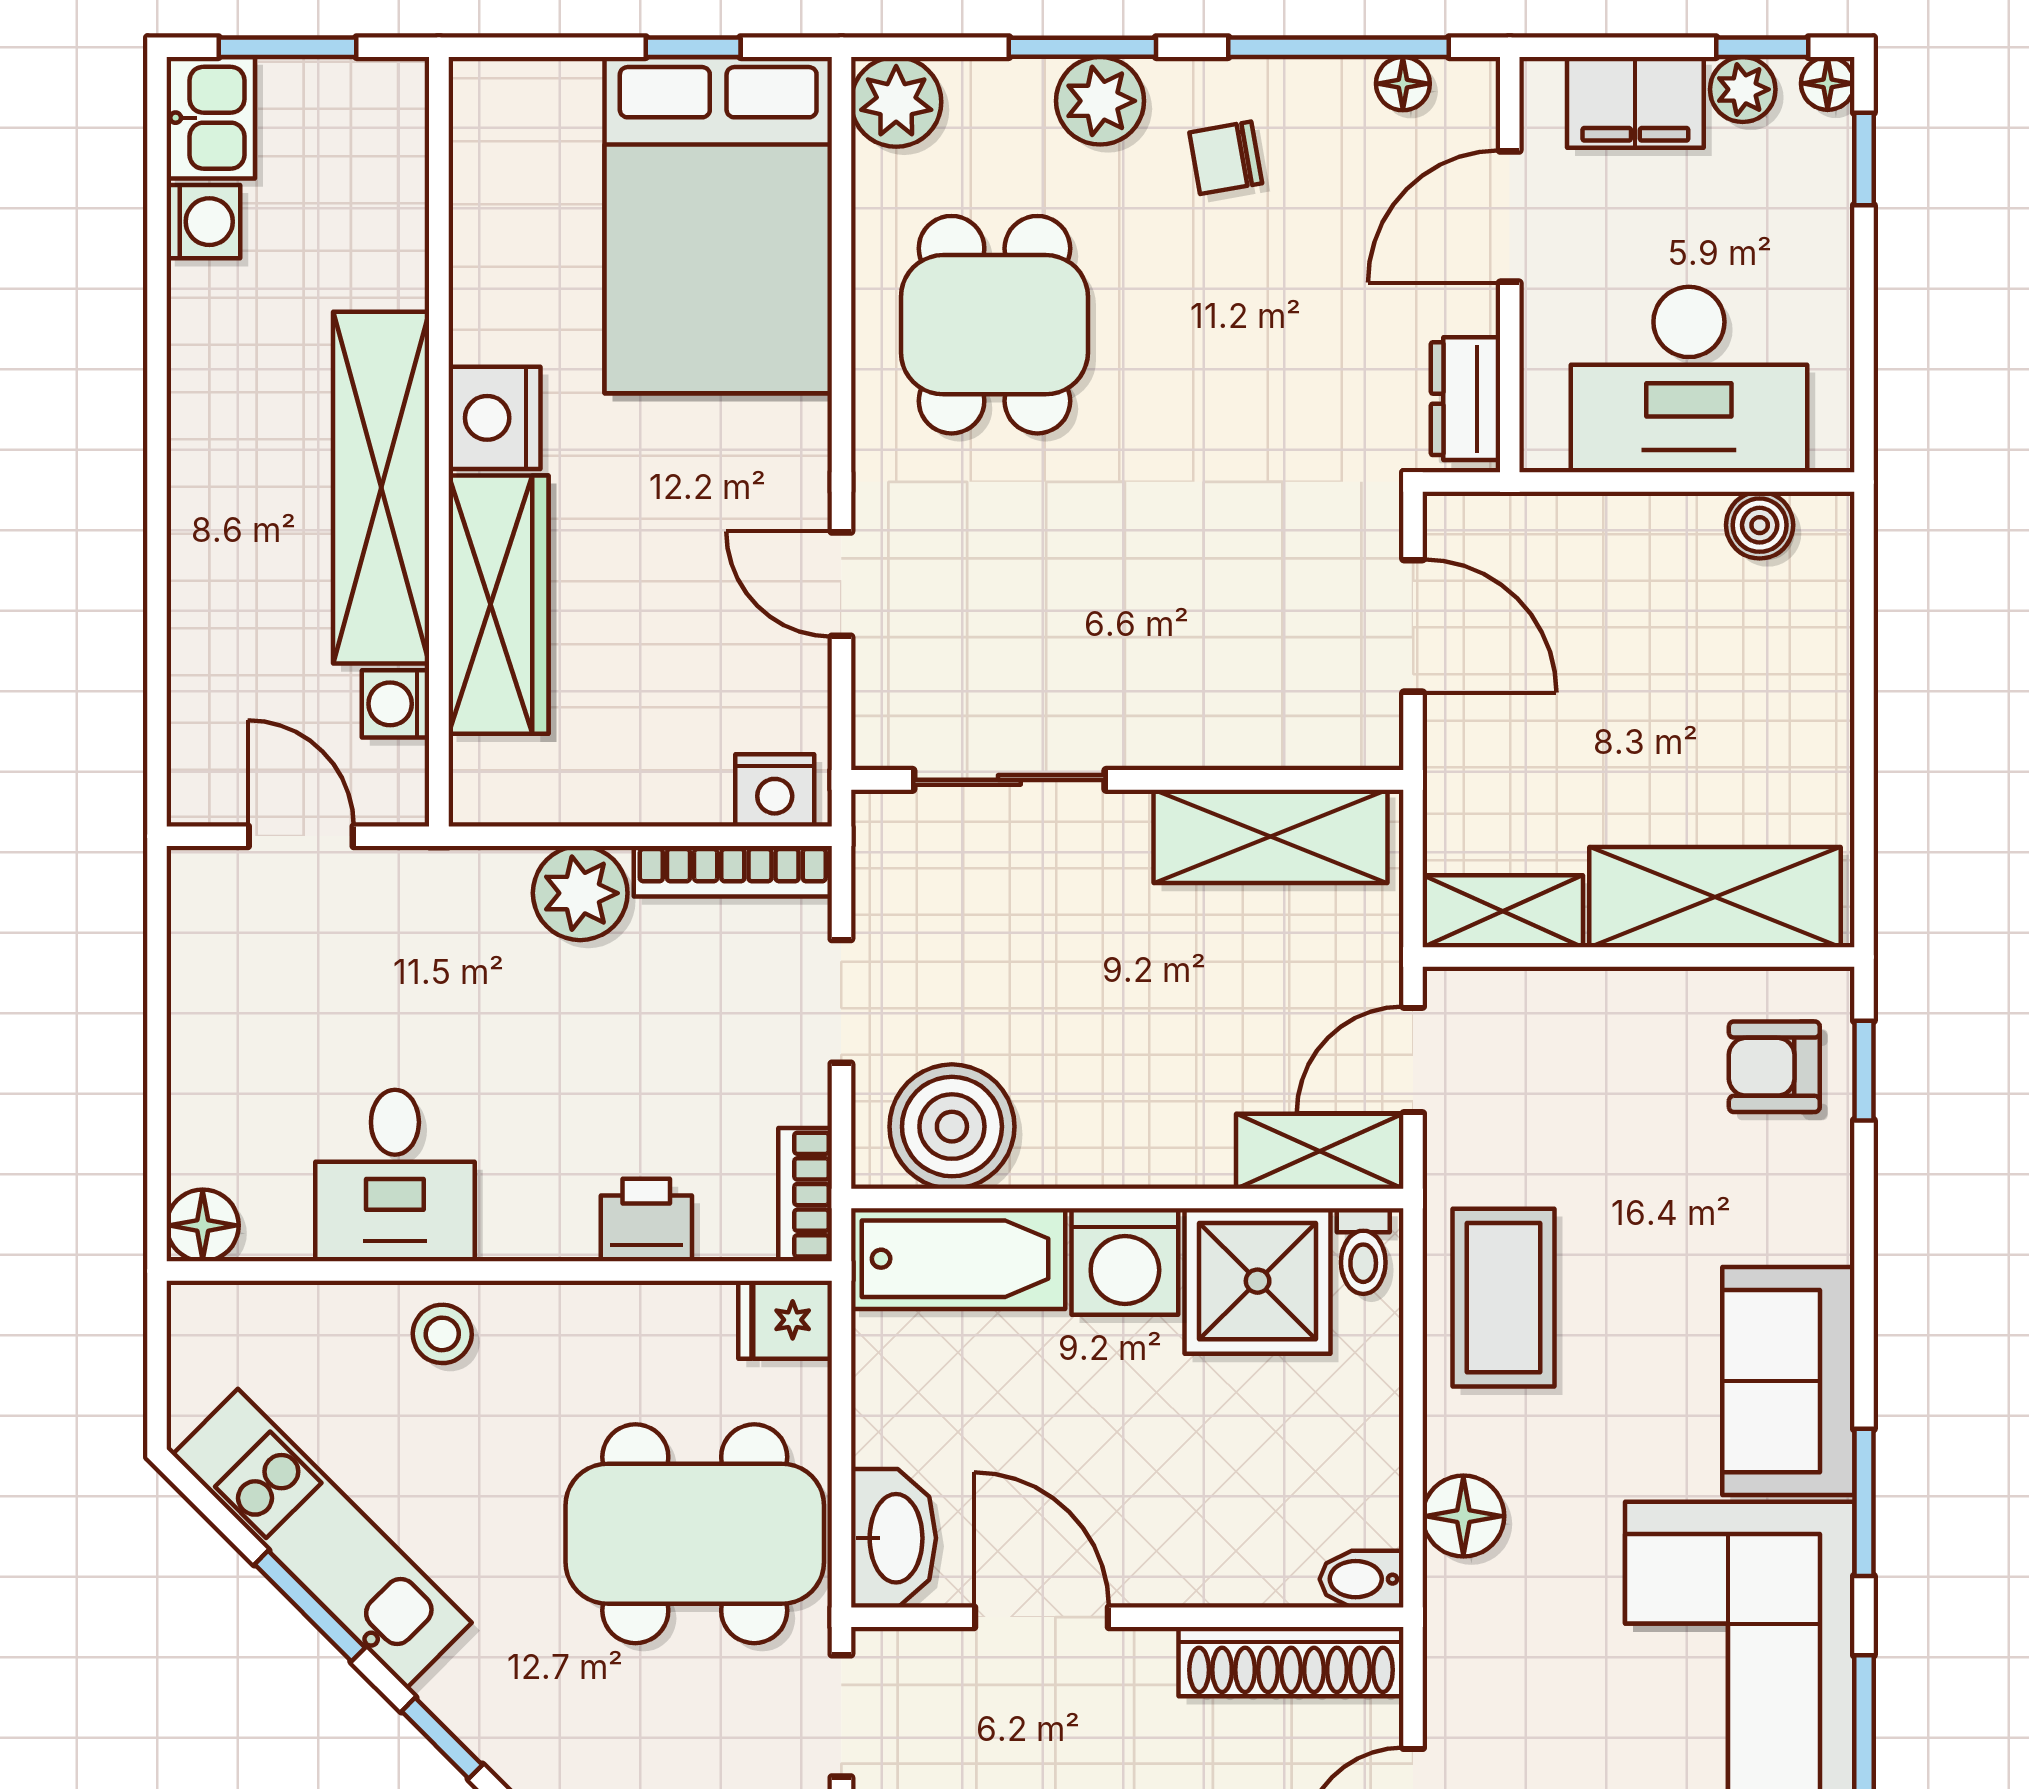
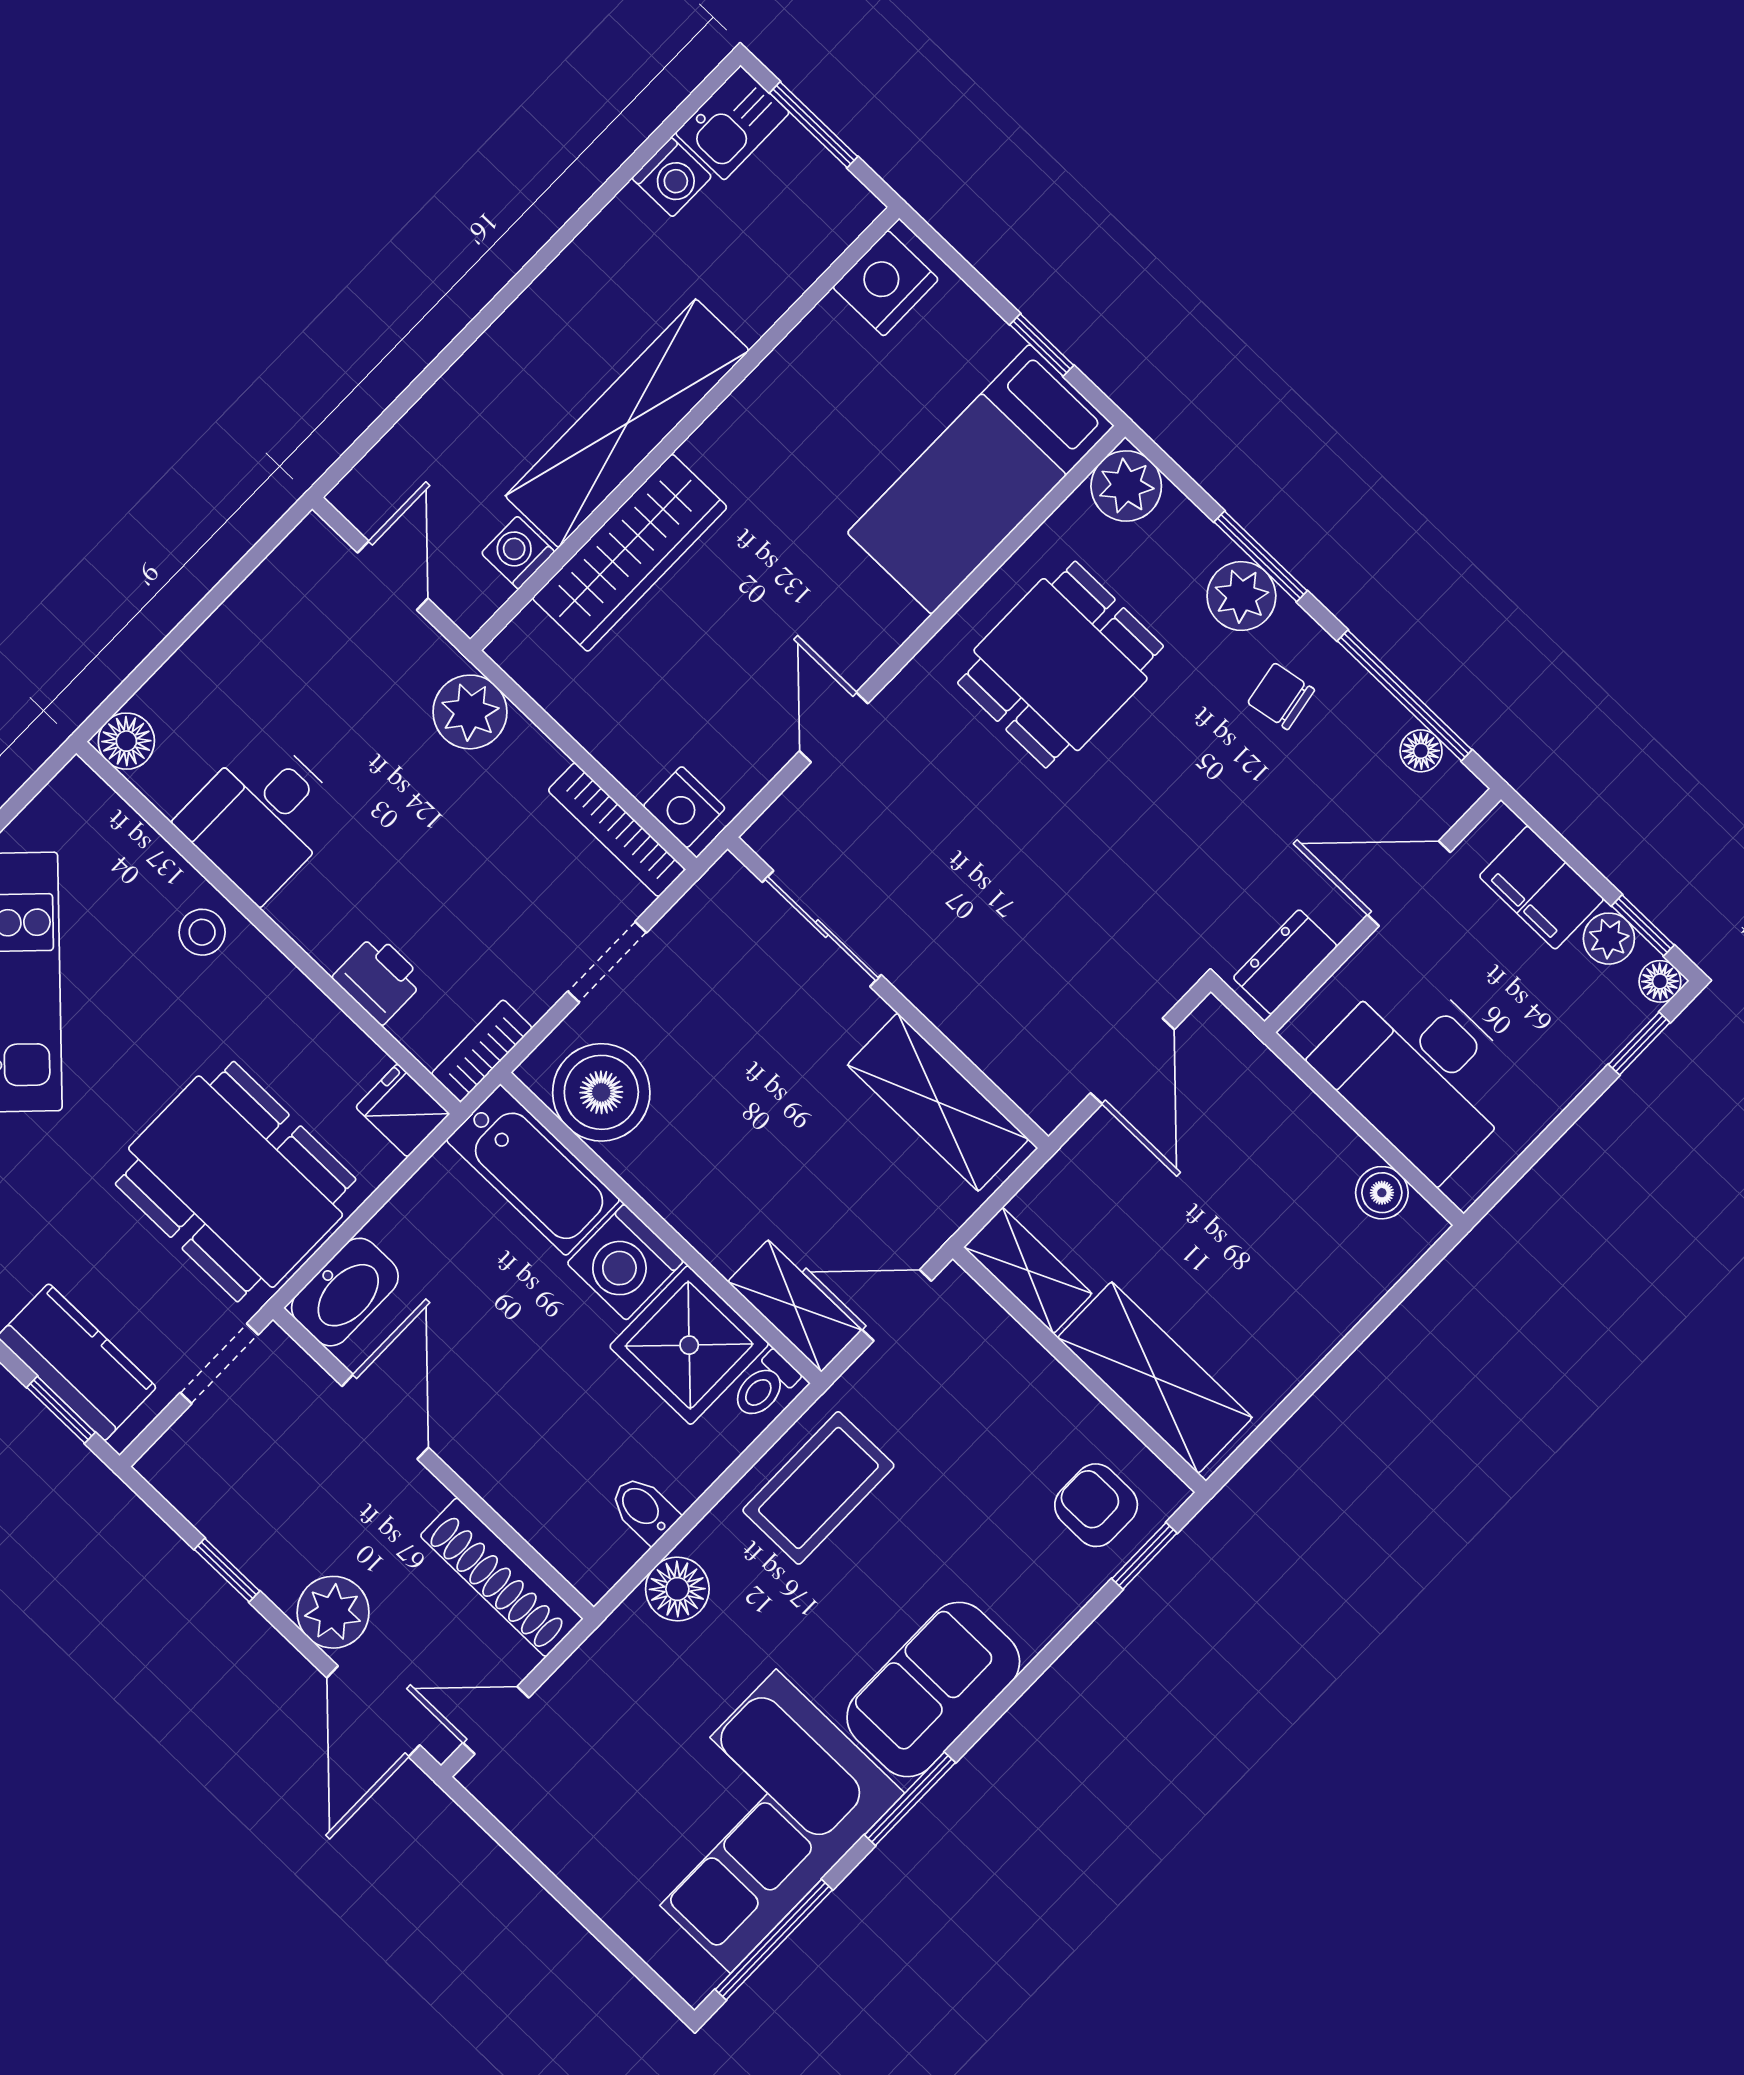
bed: (718, 225) -> (981, 479), width x0.67
nightstand: (494, 418) -> (886, 283), moved
plant: (580, 893) -> (470, 712), moved
bidet: (1362, 1579) -> (644, 1509), moved

